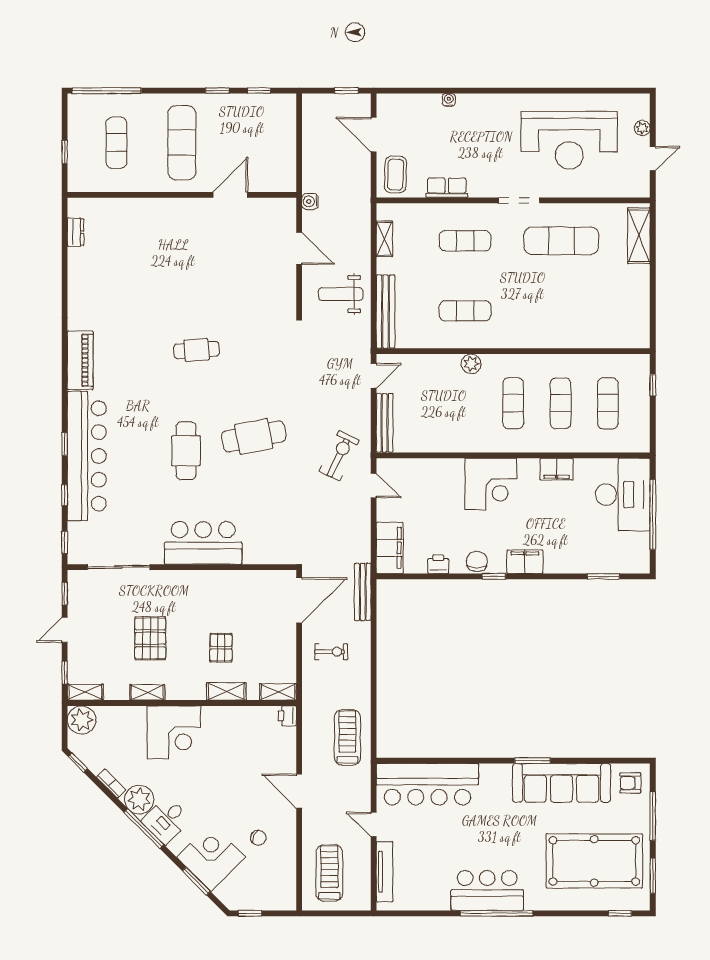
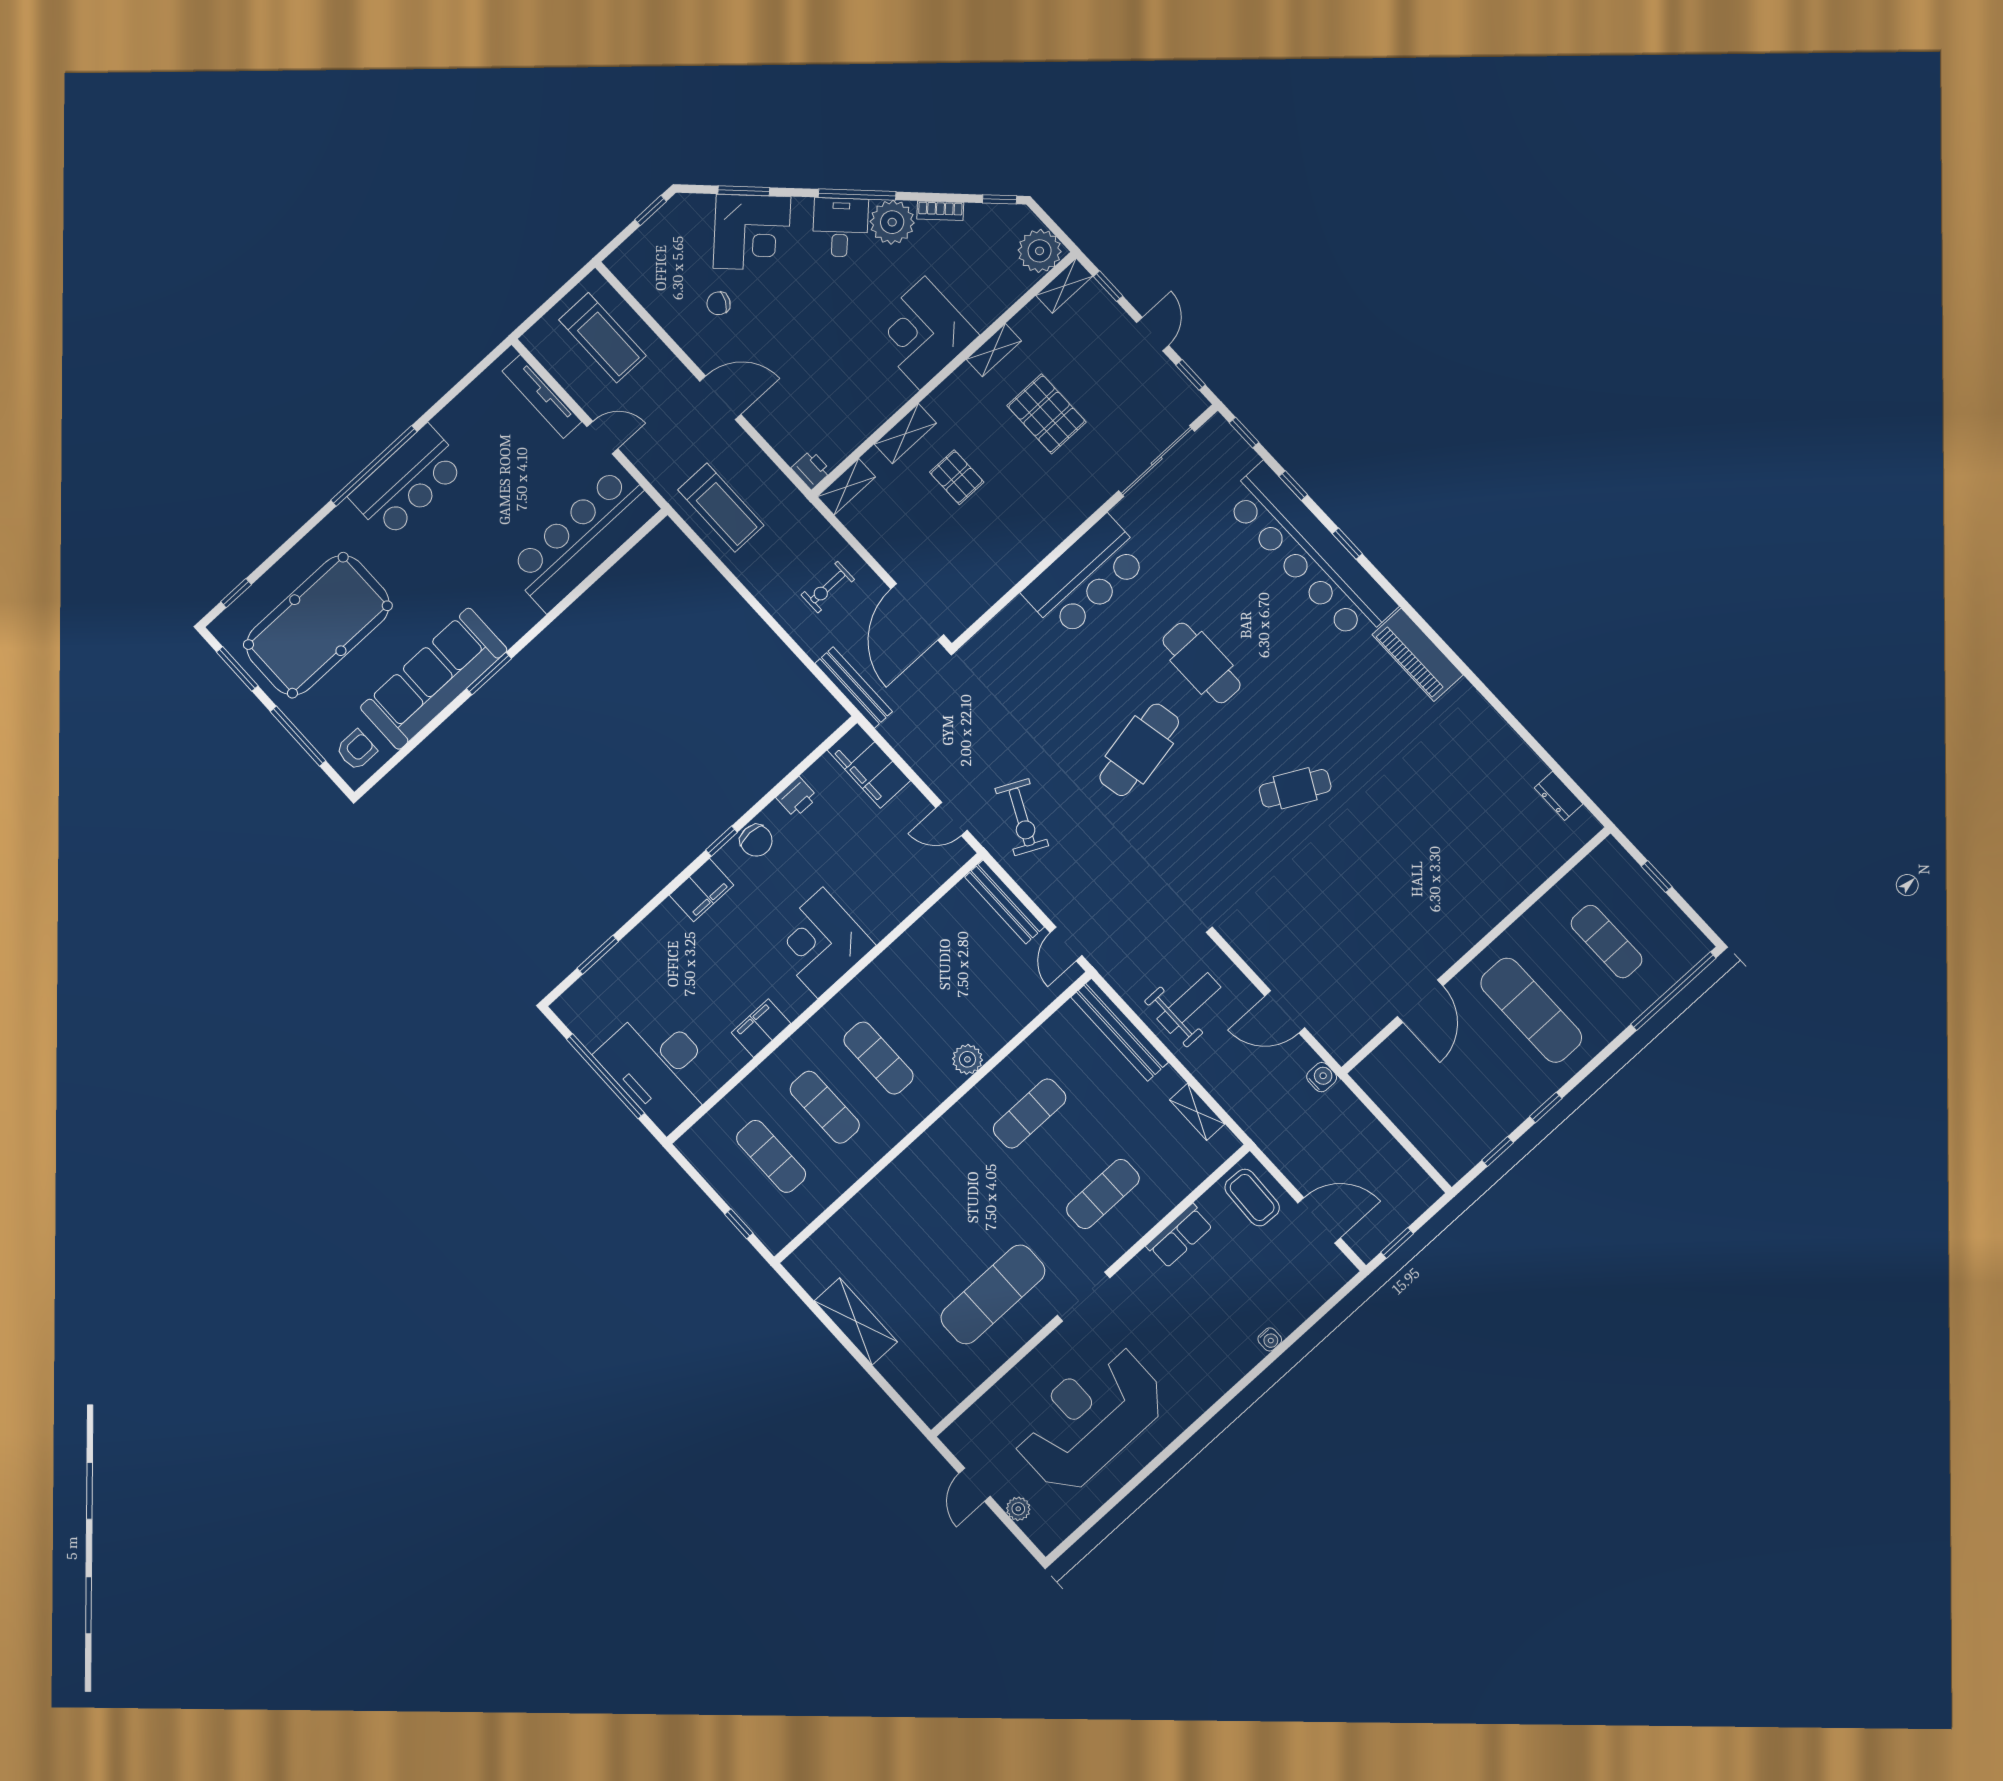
shelving: (639, 236) -> (856, 1321), moved
cafe table: (197, 350) -> (1295, 788), turned 32

